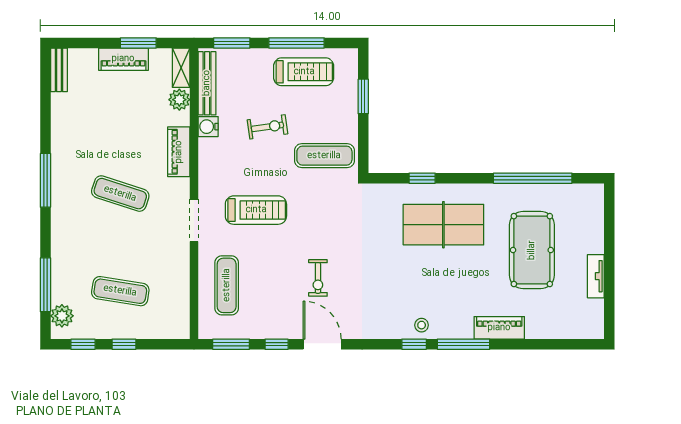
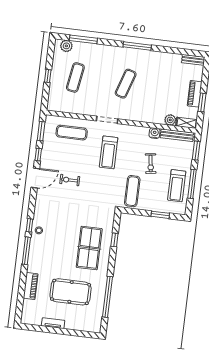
piano: (179, 152) -> (143, 116), removed
piano: (499, 328) -> (31, 286), moved
window: (83, 344) -> (50, 55), removed

